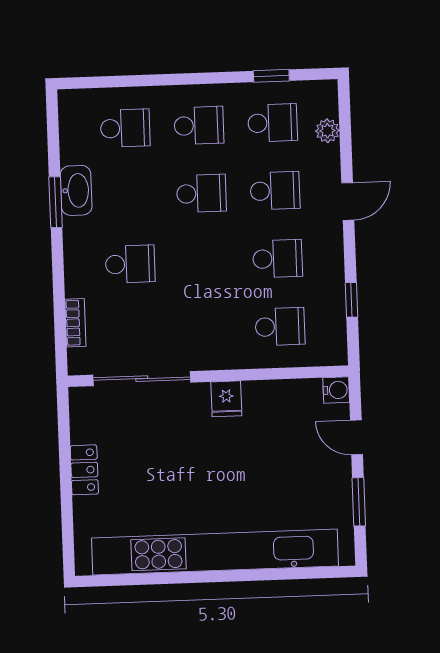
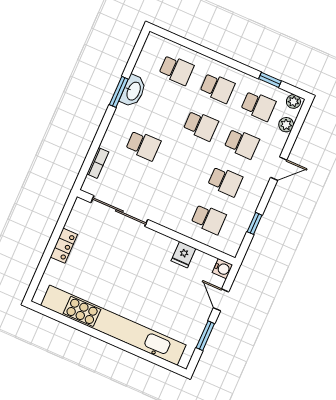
plant: (322, 91) -> (293, 102), added
fridge: (226, 399) -> (183, 255), moved

